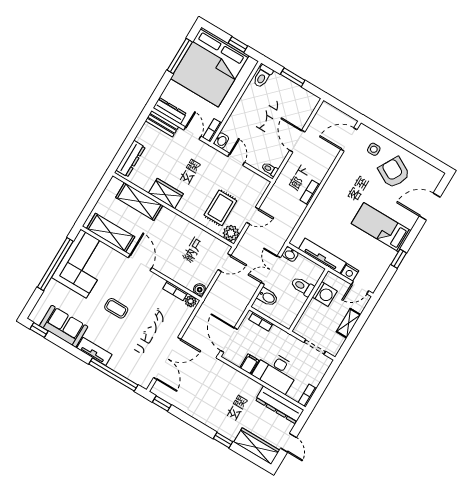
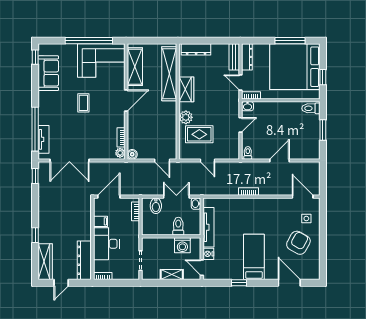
door: (192, 133) -> (240, 82), swing flipped
shelving: (139, 201) -> (169, 74), width x1.47
plant: (231, 233) -> (186, 117), moved
tv unit: (94, 351) -> (43, 139), moved

